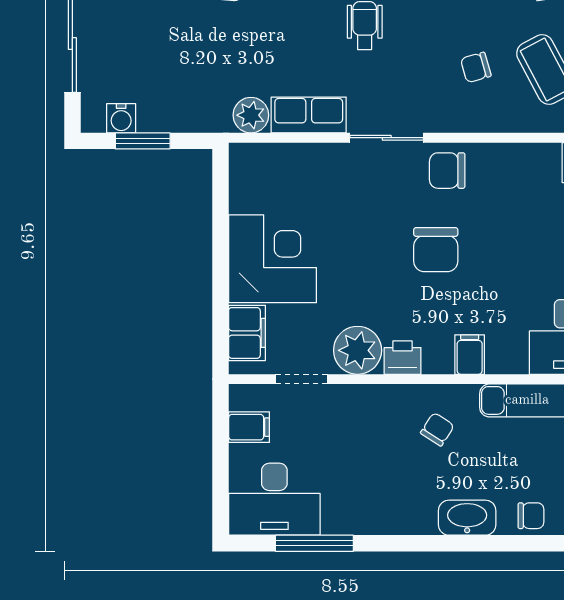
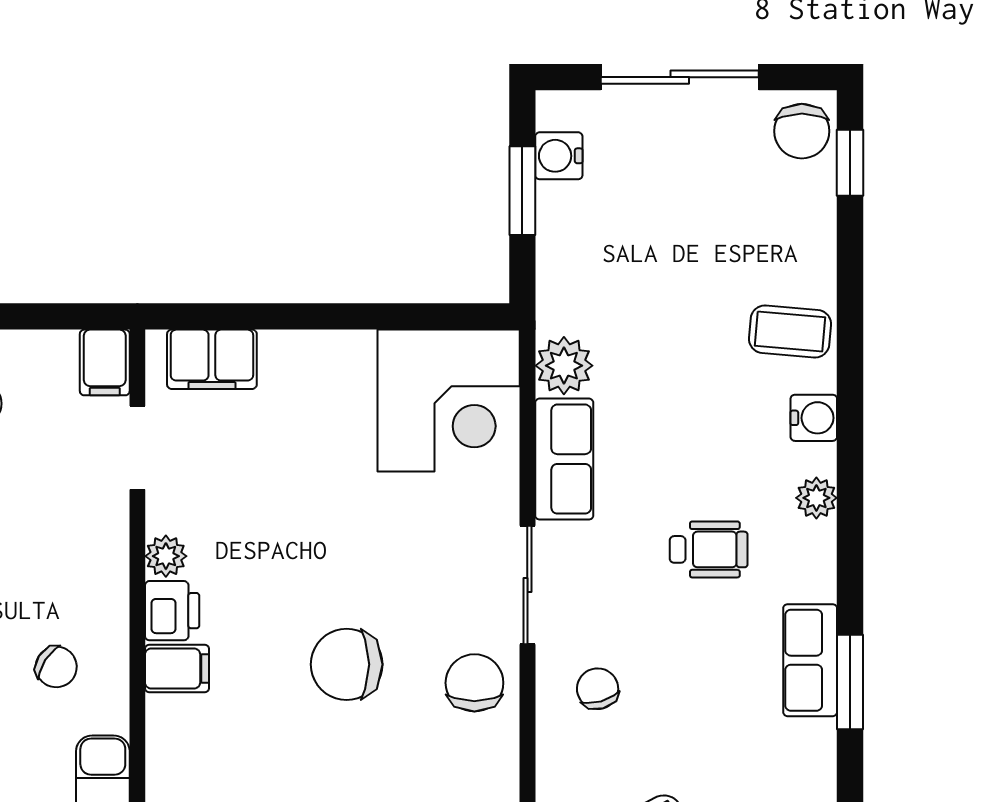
chair: (476, 67) -> (598, 689), moved
corner desk: (273, 259) -> (449, 401), moved
plant: (358, 350) -> (166, 556), width x0.53, depth x0.53
filing cabinet: (470, 355) -> (177, 668), moved
filing cabinet: (249, 427) -> (105, 362), moved

